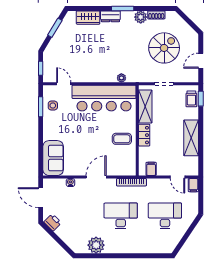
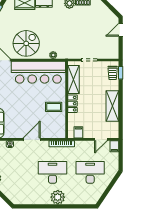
spiral stairs: (164, 48) -> (26, 43), moved
door: (201, 61) -> (121, 30), moved
door: (177, 177) -> (101, 139), hinge flipped
plant: (96, 245) -> (58, 197), moved

